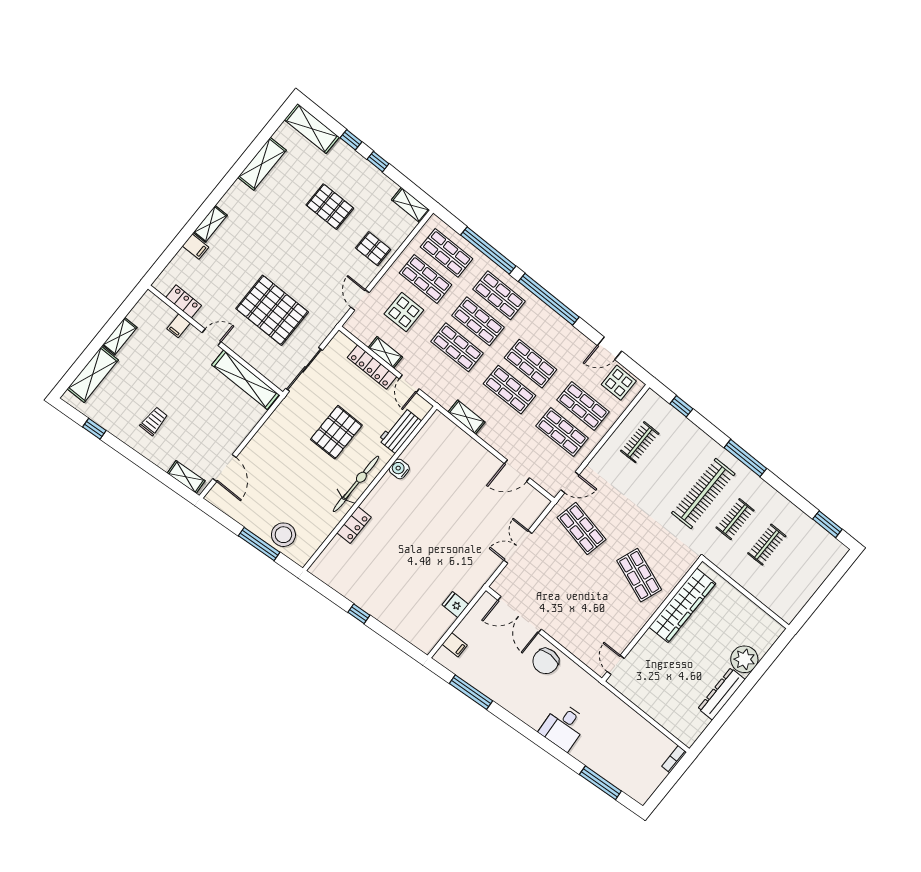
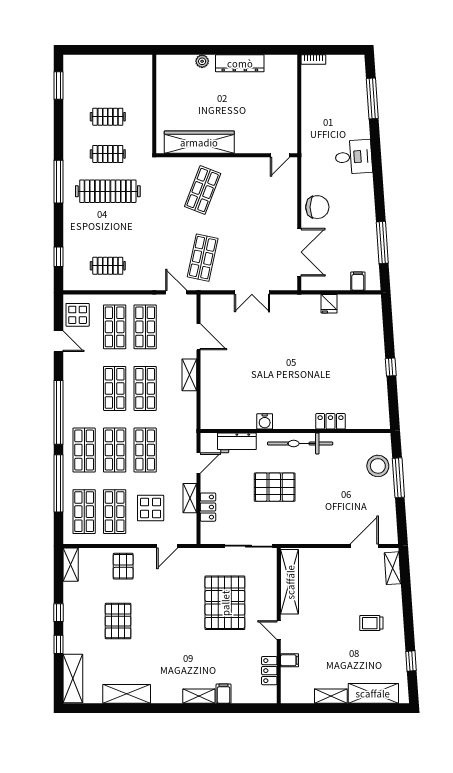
locker: (372, 367) -> (208, 507), width x0.66
shelving: (466, 417) -> (189, 375), moved
plant: (744, 659) -> (202, 61), width x0.53, depth x0.53

